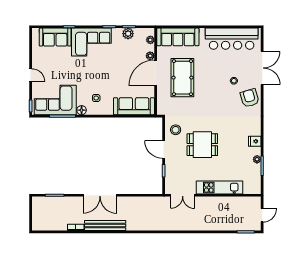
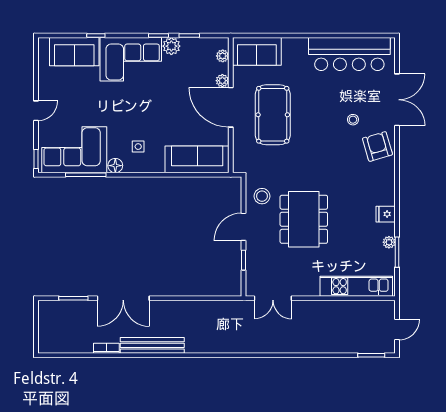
plant: (128, 34) -> (171, 46), moved
sofa: (178, 37) -> (257, 51), width x0.73
door: (156, 73) -> (231, 107), hinge flipped
door: (31, 75) -> (36, 111), hinge flipped
dining table: (202, 145) -> (304, 219), width x1.38
door: (164, 150) -> (243, 227), hinge flipped
kitchen unit: (219, 188) -> (356, 286), moved
double door: (100, 195) -> (123, 298), moved

